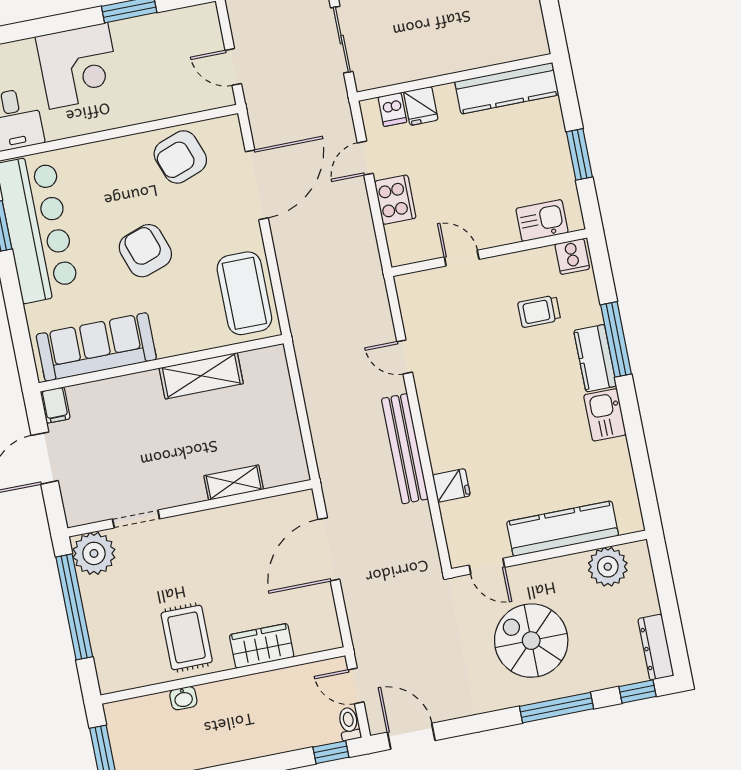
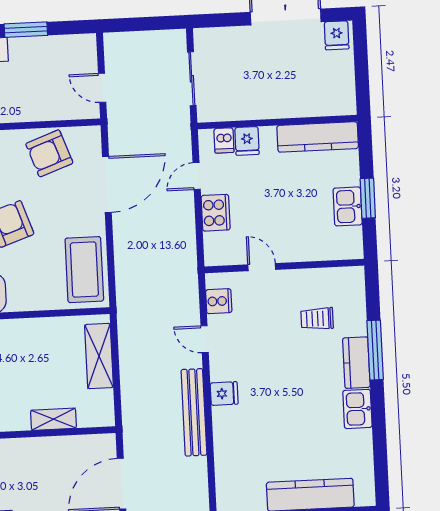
kitchen sink: (542, 221) -> (348, 206), moved, turned -90
cooker: (572, 256) -> (219, 301), moved, turned -90
shelving: (201, 376) -> (99, 356), moved, turned 90
fridge: (451, 485) -> (224, 394), moved

